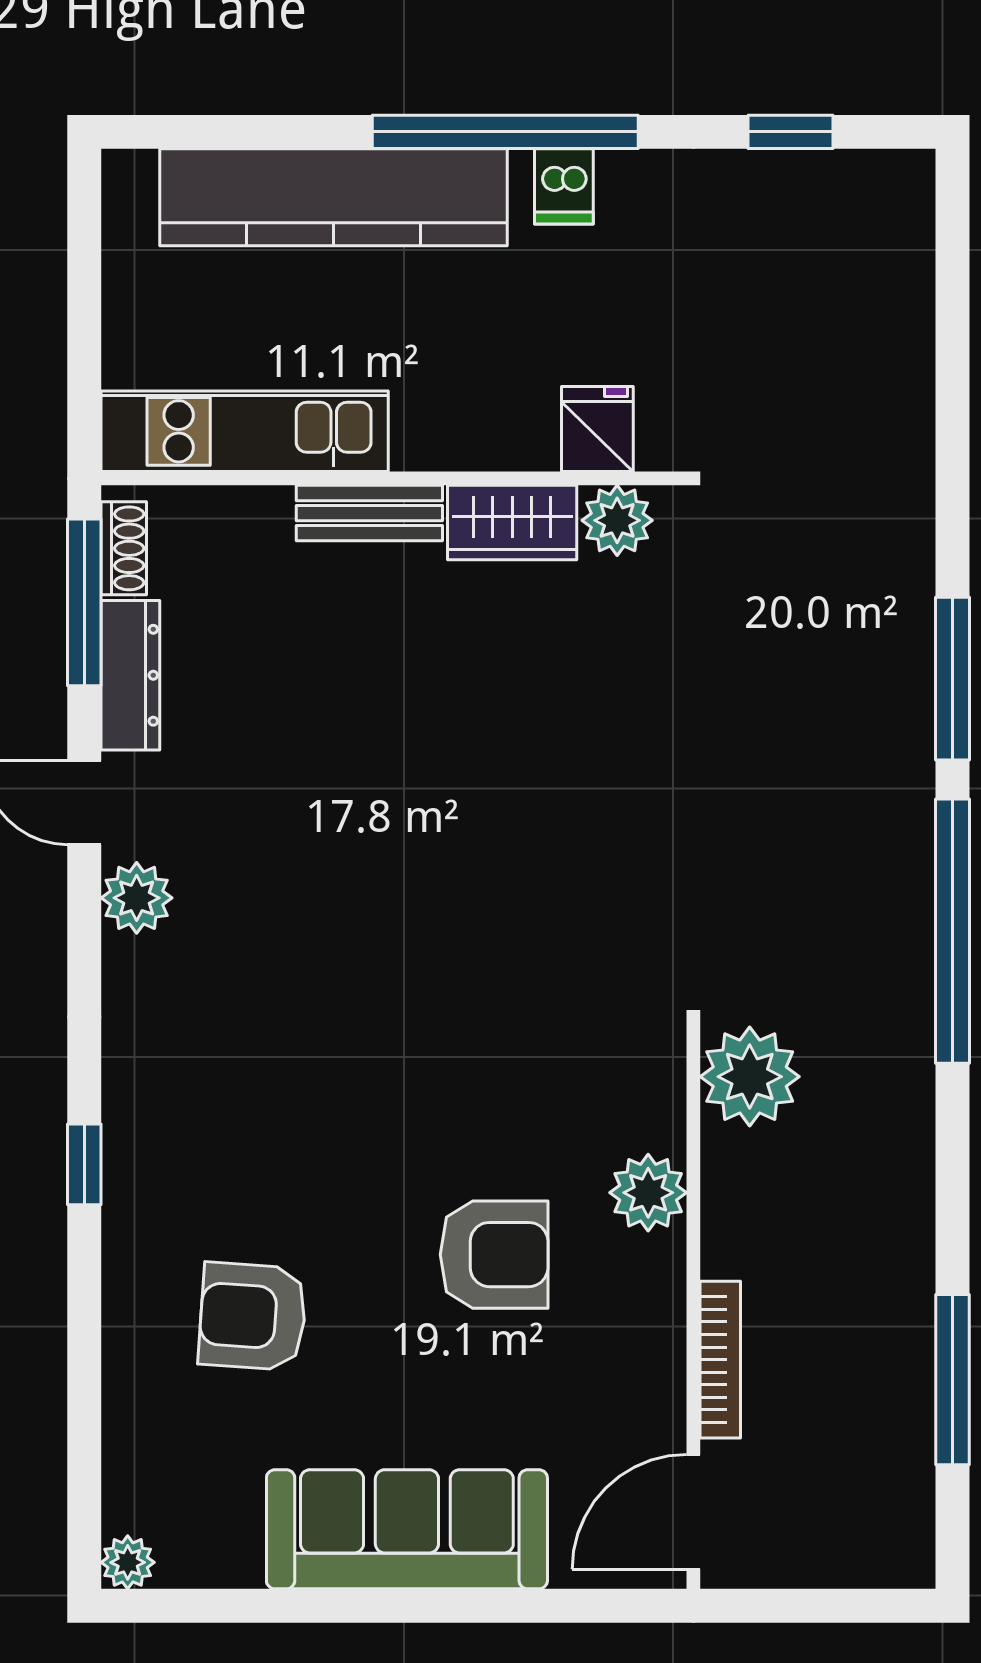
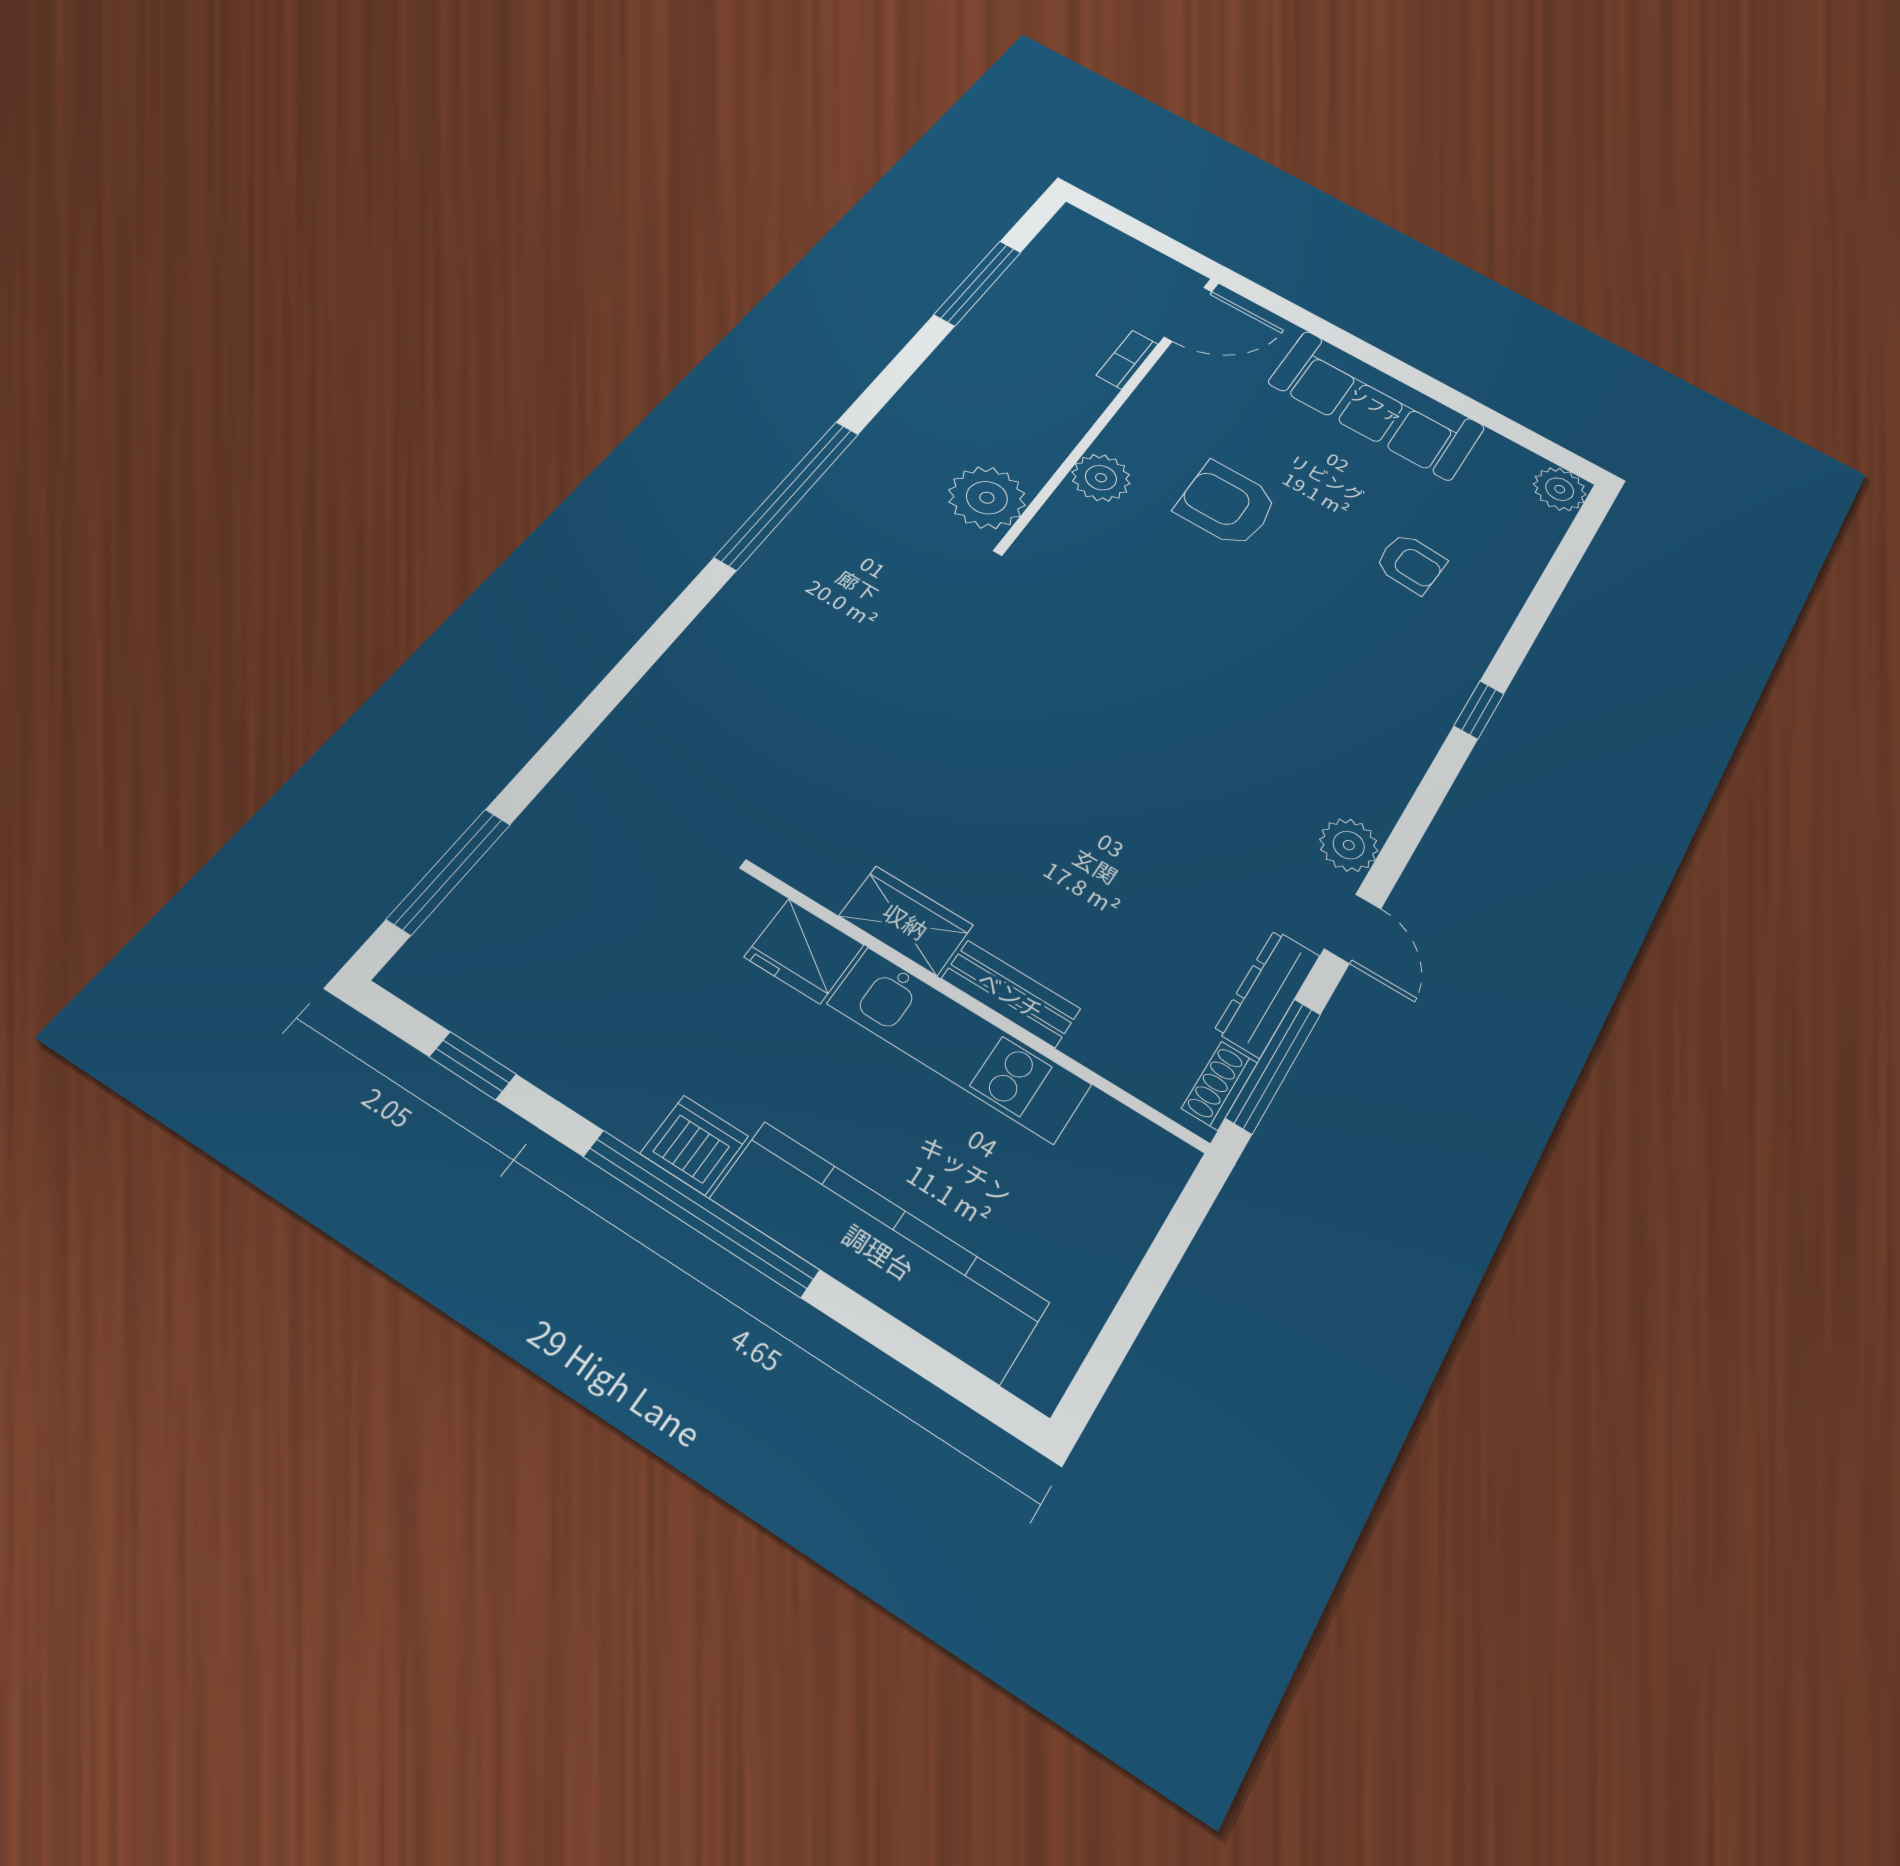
dishwasher: (564, 186) -> (694, 1145), width x1.38
fridge: (597, 429) -> (804, 951), width x1.38
kitchen unit: (245, 431) -> (959, 1044), moved
plant: (617, 520) -> (826, 874), removed
window: (952, 679) -> (449, 871), moved
armchair: (253, 1316) -> (1411, 563), width x0.72, depth x0.72
bookcase: (720, 1360) -> (1127, 360), width x0.64
plant: (128, 1562) -> (1560, 489), width x1.38, depth x1.38

